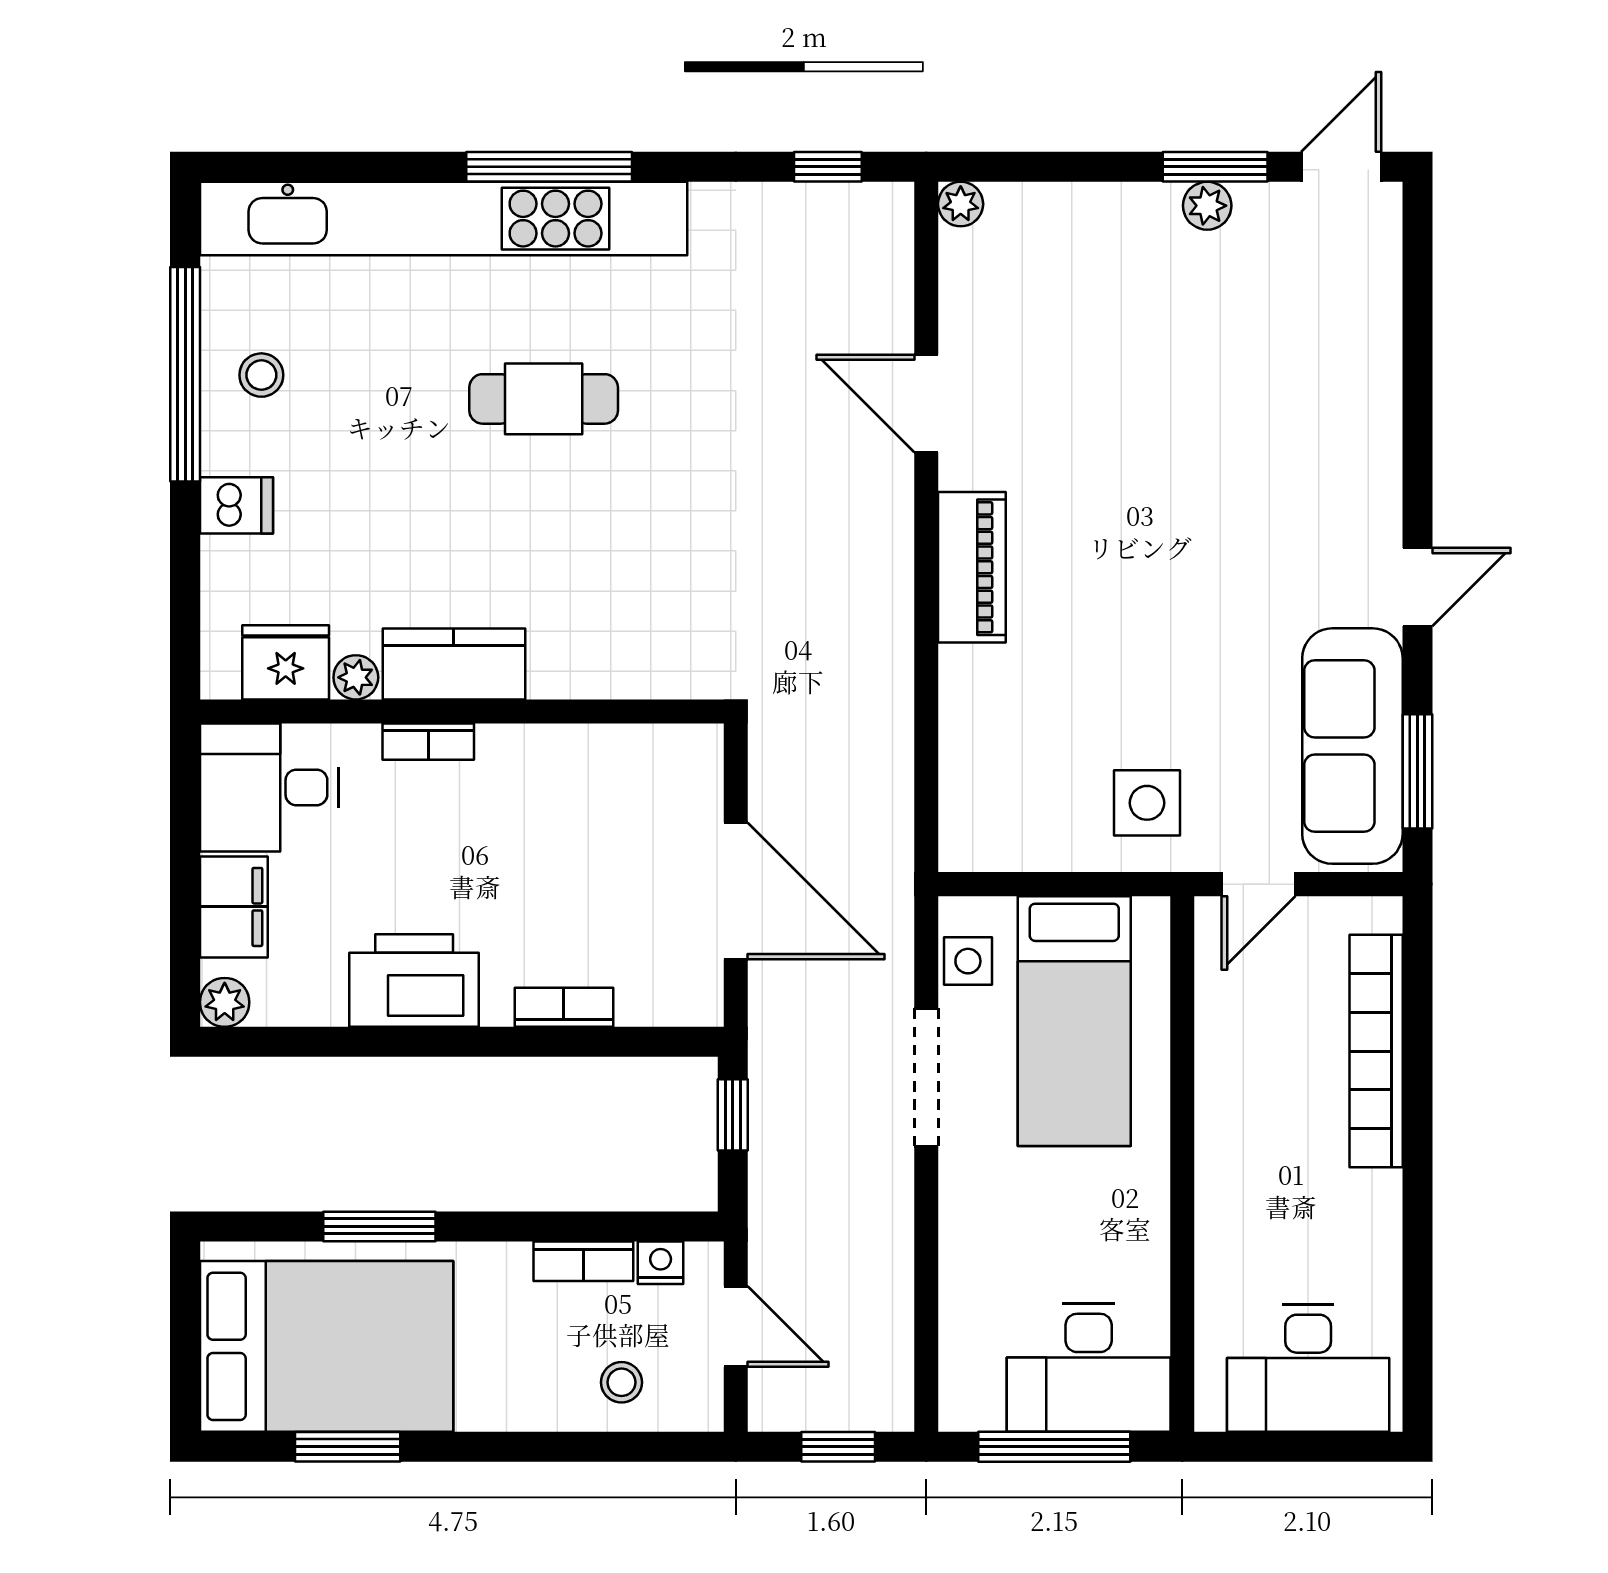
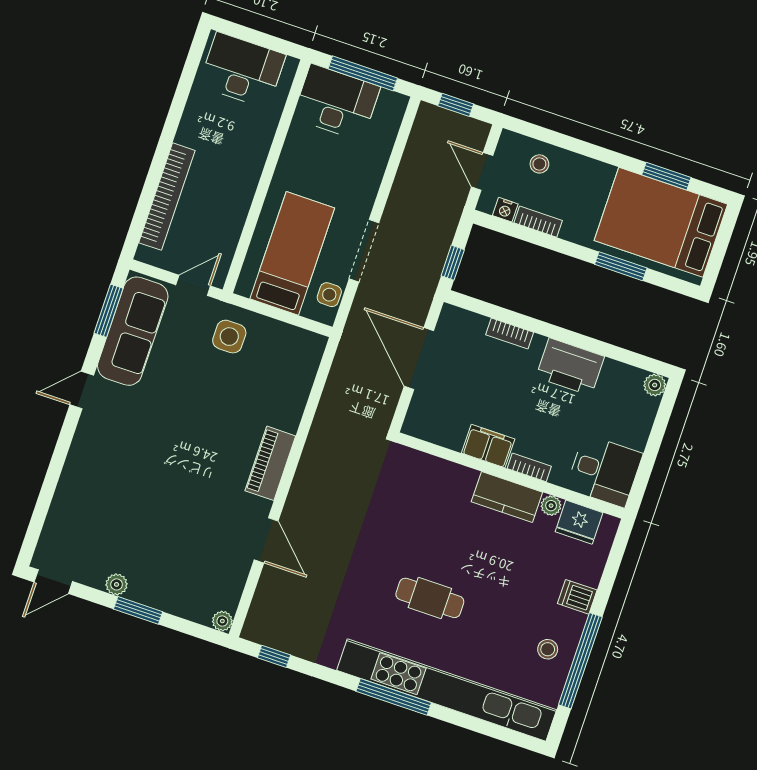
window: (1215, 167) -> (138, 610), moved
filing cabinet: (234, 907) -> (488, 446), moved, turned 90

